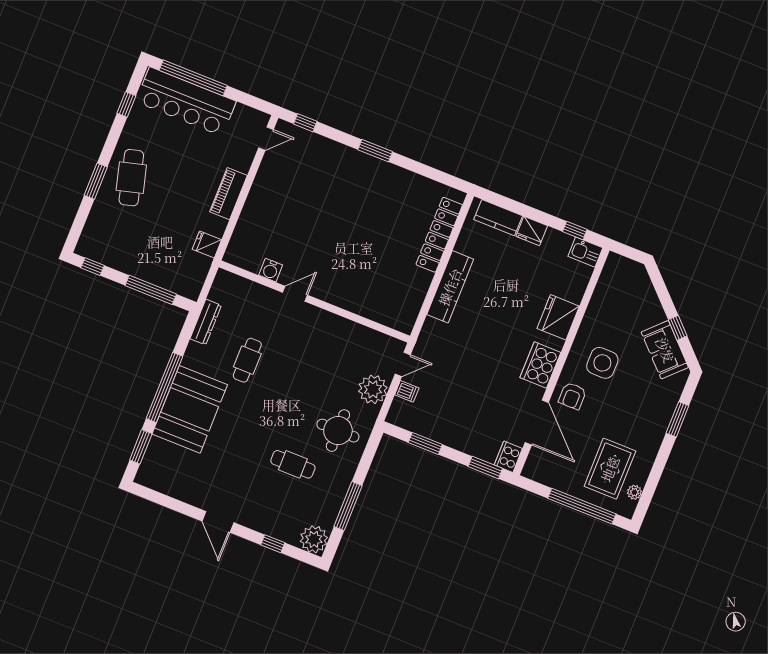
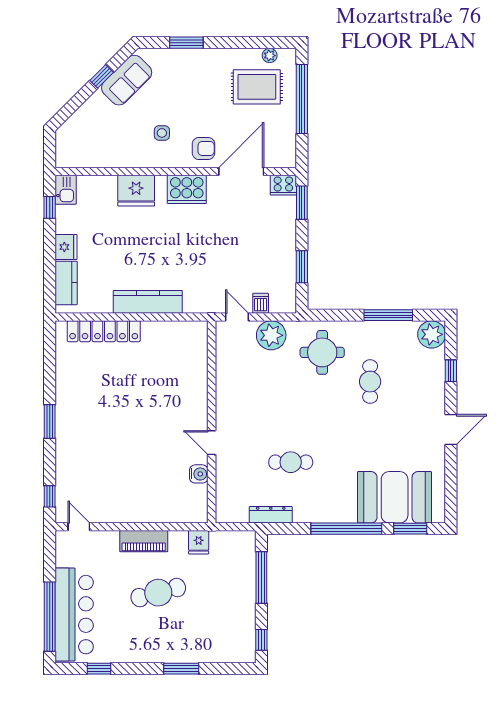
cafe table: (131, 178) -> (158, 593), moved
side table: (602, 363) -> (162, 133), width x0.54, depth x0.54
booth: (190, 409) -> (395, 497), moved

